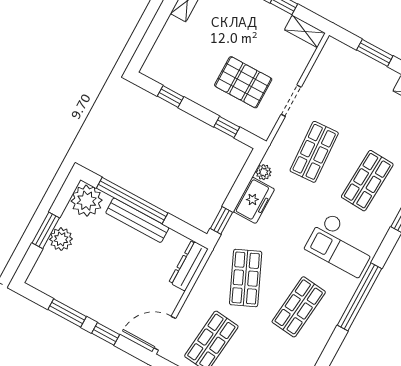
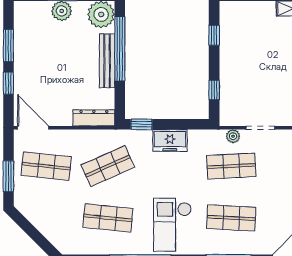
pallet: (243, 82) -> (255, 84), removed
plant: (264, 172) -> (233, 136), moved

